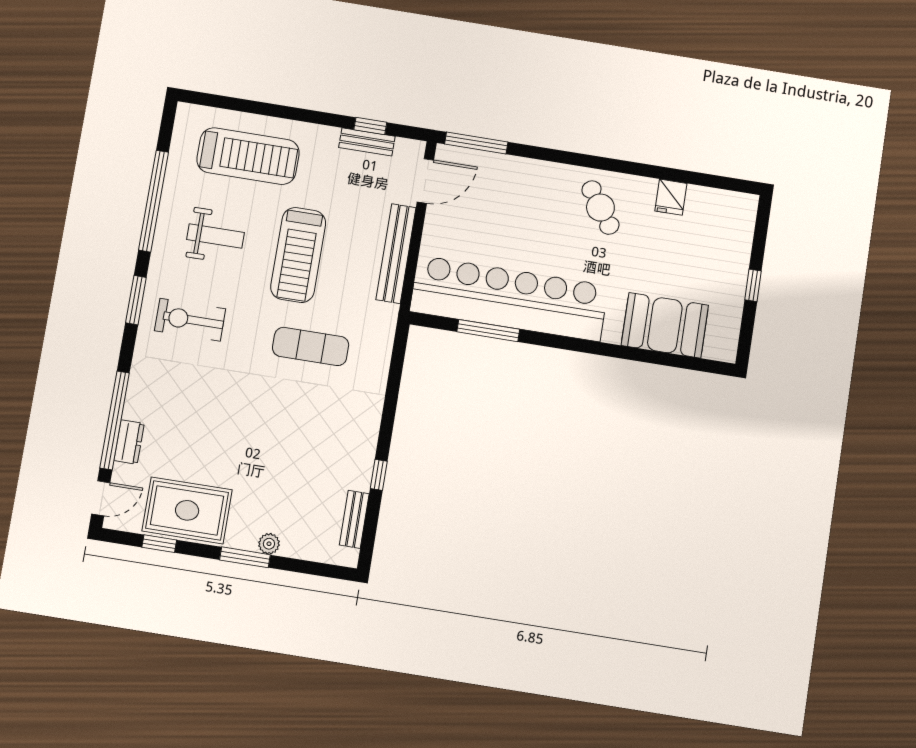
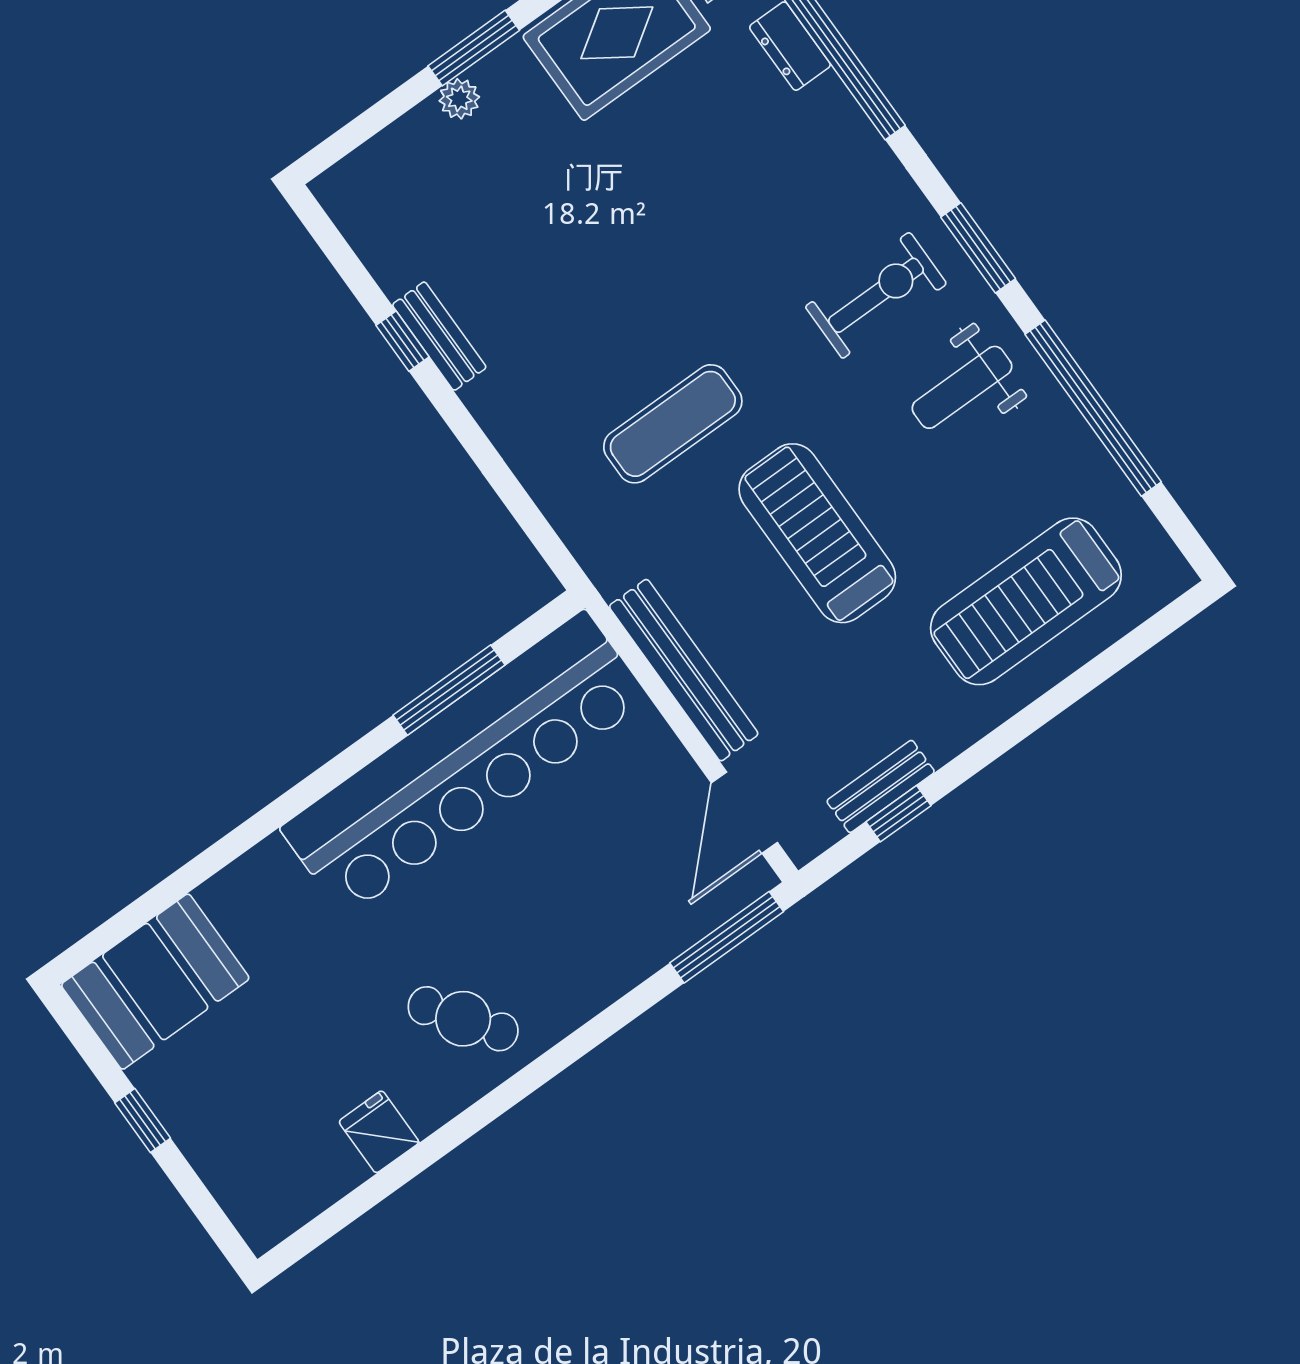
weight bench: (215, 236) -> (962, 387), moved
booth: (665, 325) -> (155, 982), moved
bench: (354, 519) -> (439, 336), moved

